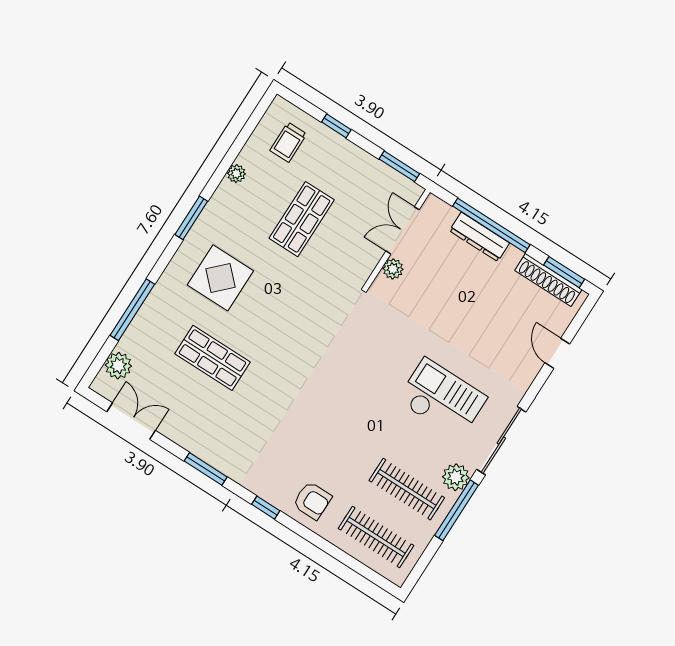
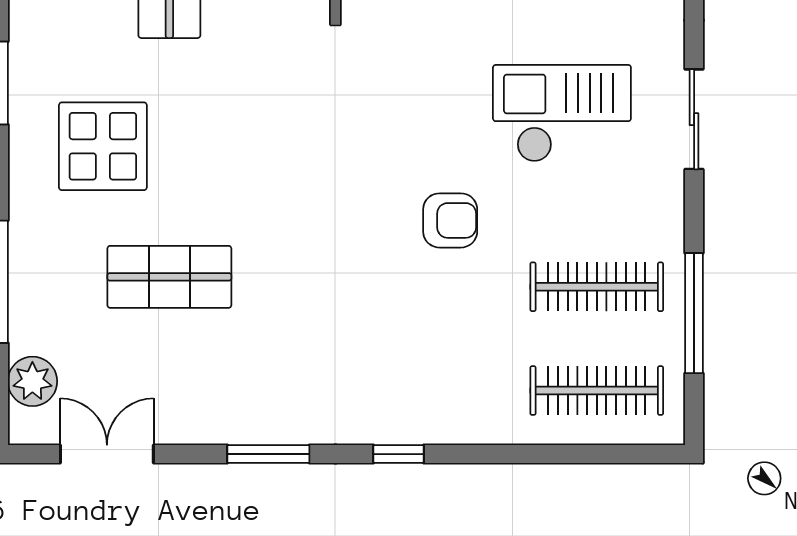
sliding door: (501, 441) -> (694, 119), width x0.73
plant: (456, 477) -> (660, 220), removed
armchair: (312, 501) -> (450, 220), moved
window: (457, 510) -> (694, 313), moved

